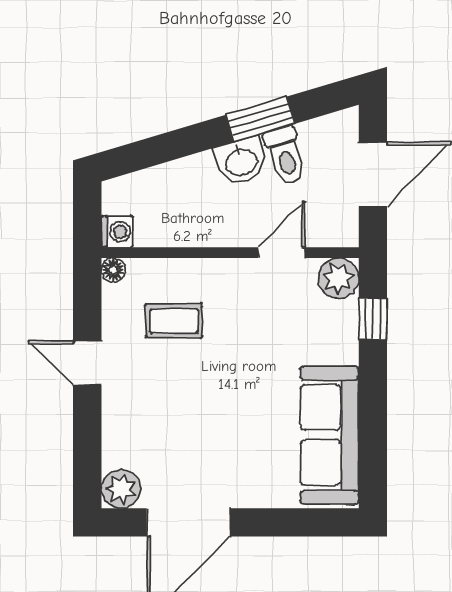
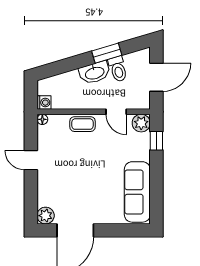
washbasin: (241, 161) -> (95, 73), width x1.38
door: (282, 253) -> (116, 112), swing flipped
coffee table: (174, 321) -> (83, 124), moved

